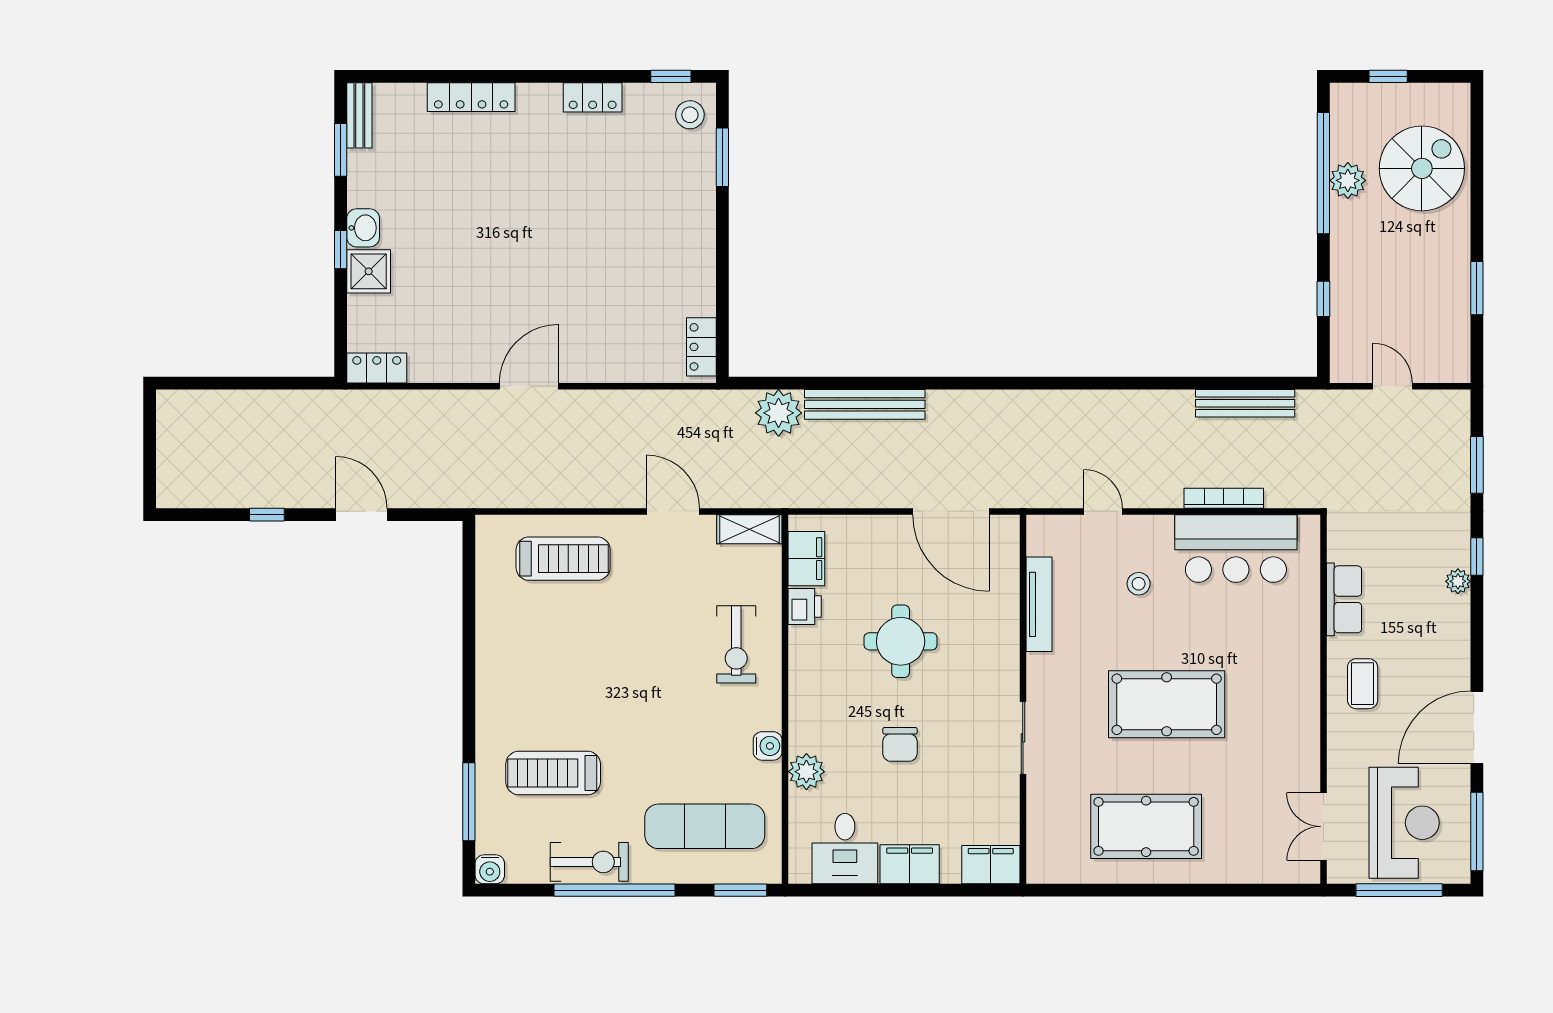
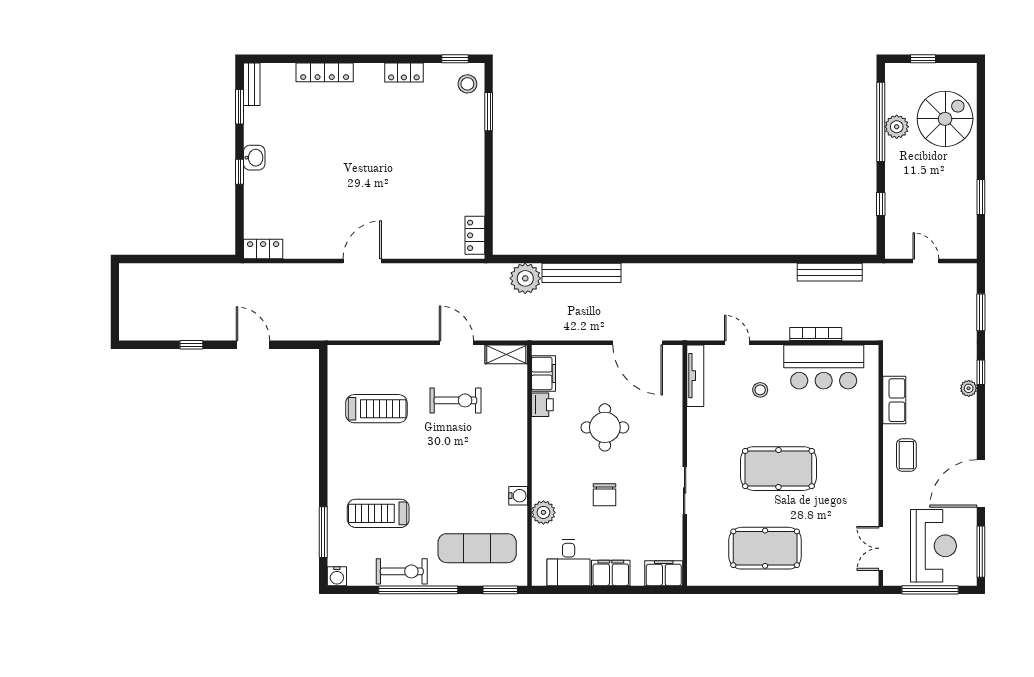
shower: (369, 271) -> (258, 186), removed
treadmill: (563, 559) -> (376, 409), moved
tv unit: (1039, 604) -> (695, 376), moved
exercise bike: (736, 644) -> (455, 400), moved, turned -90

